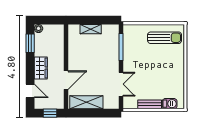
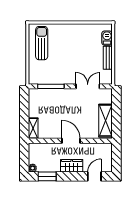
shelving: (91, 29) -> (33, 128), moved
door: (66, 80) -> (71, 141), moved
window: (50, 113) -> (116, 157), removed

